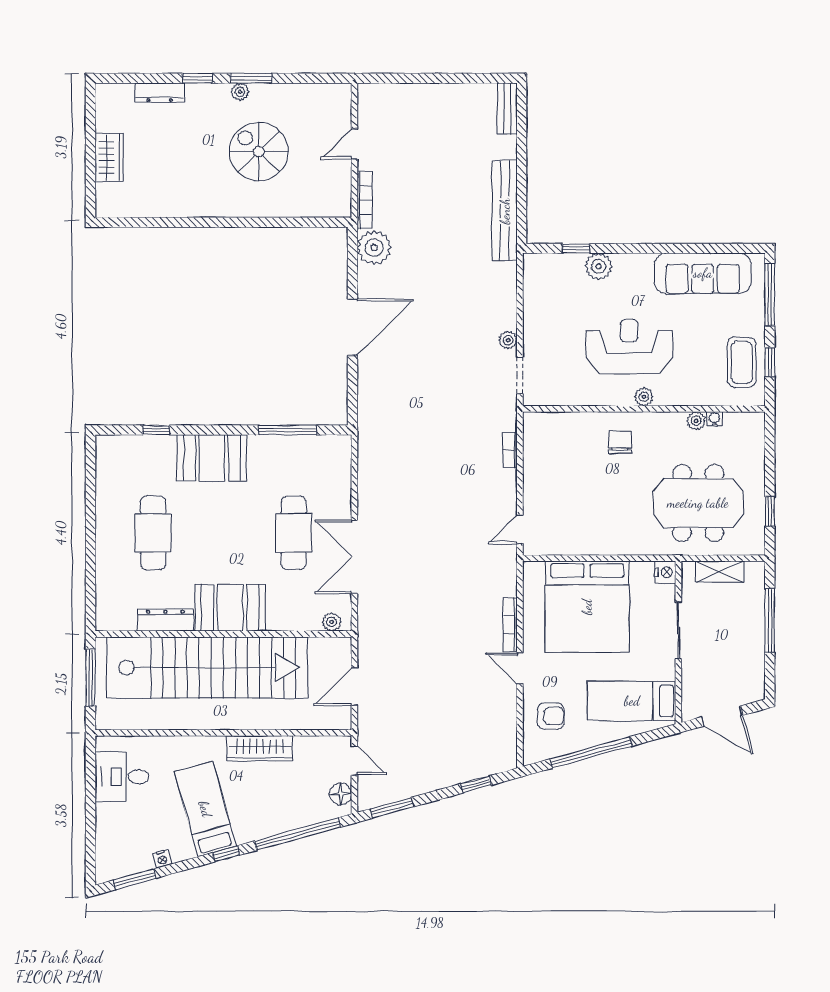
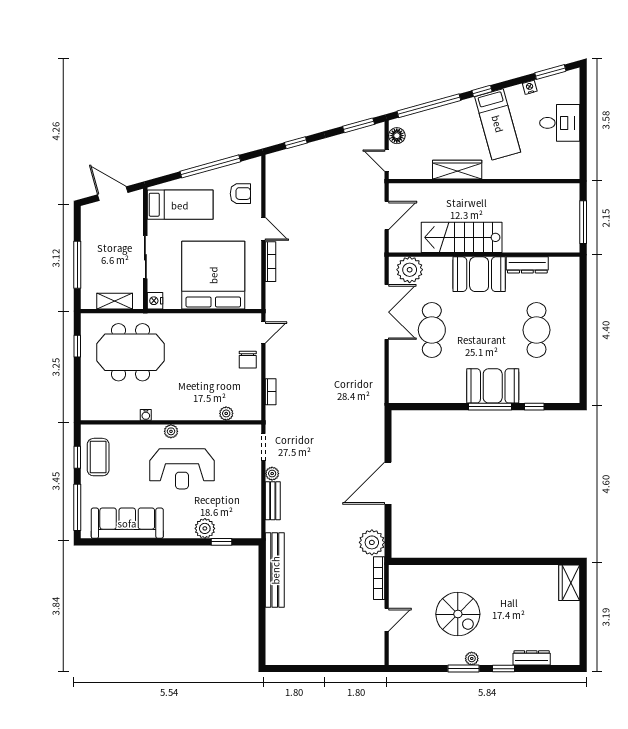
bench: (507, 109) -> (273, 501), moved
wardrobe: (109, 157) -> (569, 583), moved
water cooler: (715, 419) -> (146, 415), moved
plant: (696, 421) -> (226, 413), moved
window: (287, 430) -> (490, 407), moved
chair: (620, 442) -> (248, 360), moved
plant: (332, 622) -> (410, 270), width x1.88, depth x1.88
stairs: (207, 667) -> (462, 237), width x0.54, depth x0.66
armchair: (551, 716) -> (240, 194), turned 180
desk: (122, 777) -> (560, 123), moved

